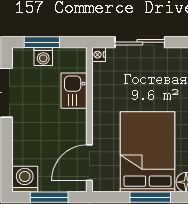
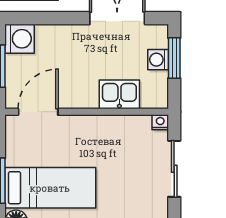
bed: (147, 152) -> (50, 188), width x0.67
door: (89, 163) -> (38, 112), hinge flipped

